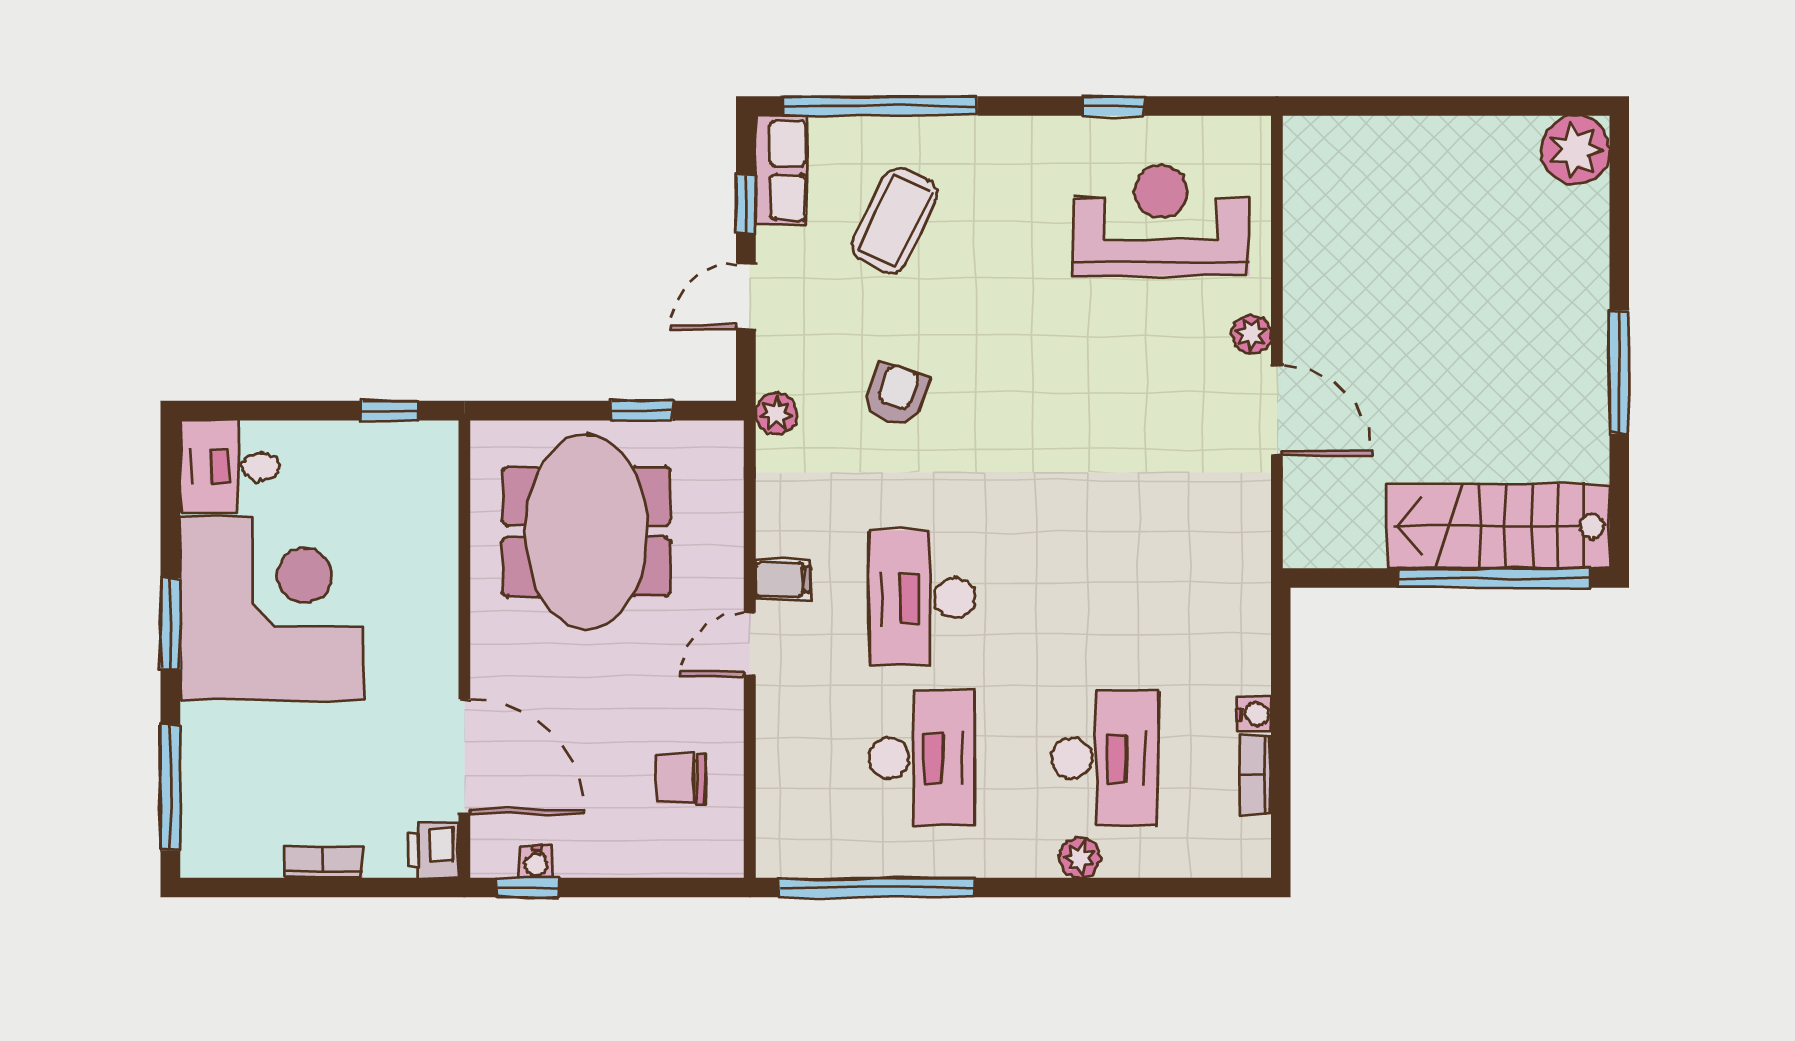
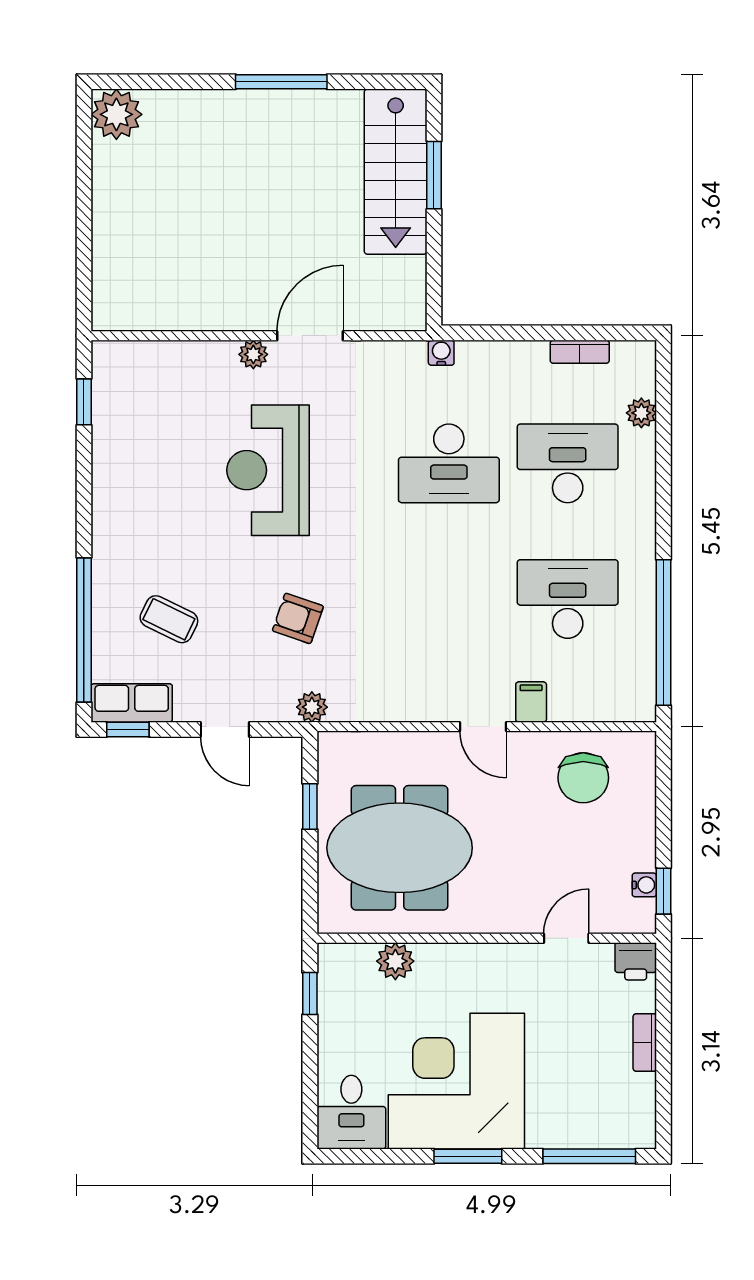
window: (1113, 106) -> (84, 402), moved
window: (746, 204) -> (128, 730), moved
reception desk: (1161, 220) -> (268, 470), moved
coffee table: (895, 221) -> (169, 619), width x0.73, depth x0.77
plant: (433, 526) -> (395, 961), added
window: (1493, 578) -> (434, 175), width x0.47
filing cabinet: (783, 579) -> (531, 702), moved
desk: (922, 598) -> (449, 463), moved
water cooler: (1254, 714) -> (441, 353), moved
door: (464, 756) -> (566, 938), width x0.53
chair: (681, 779) -> (583, 778), width x1.37, depth x1.37
plant: (1080, 858) -> (641, 413), moved

